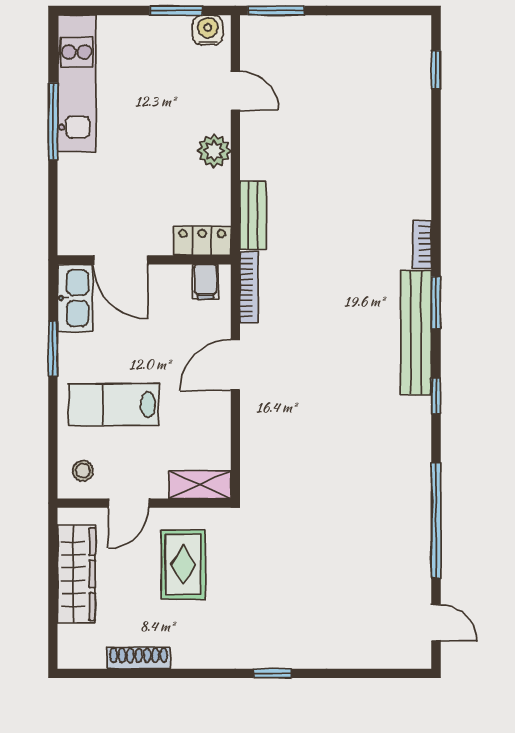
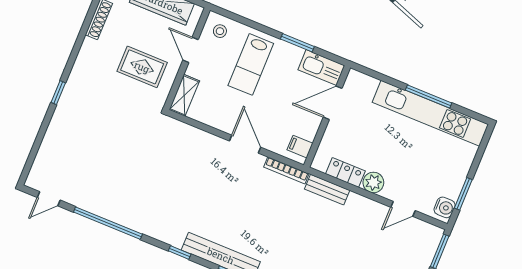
kitchen unit: (77, 83) -> (430, 113), width x1.36
locker: (202, 241) -> (345, 172), moved, turned -90
lab bench: (114, 405) -> (251, 64), turned 180

